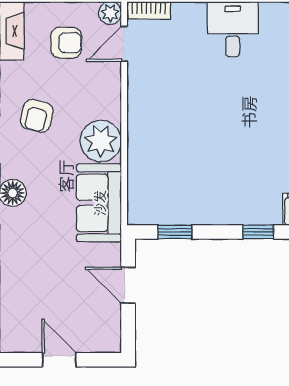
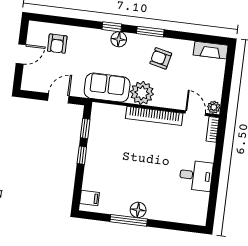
armchair: (66, 43) -> (57, 44), moved
bookcase: (138, 115) -> (154, 116), added
window: (258, 232) -> (82, 155), moved

